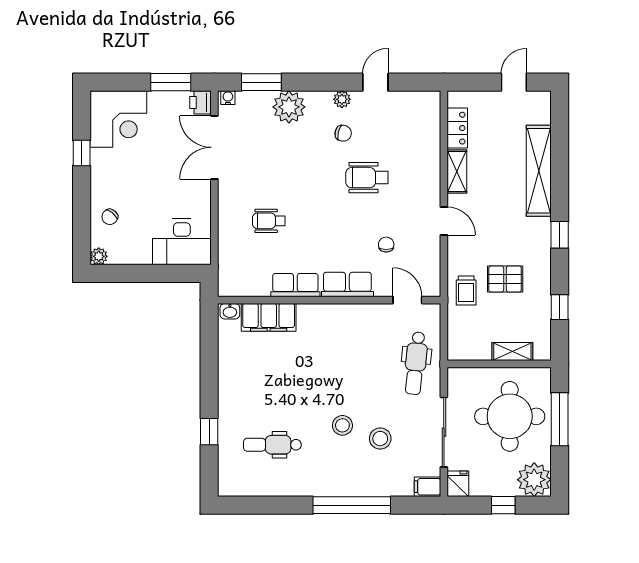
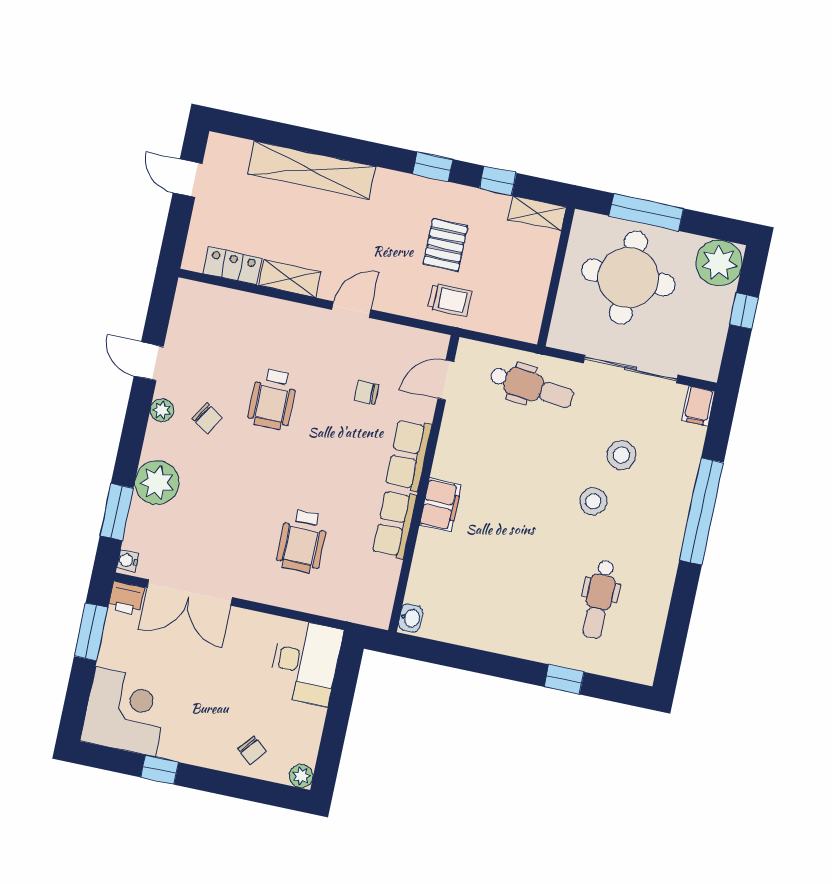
chair: (343, 133) -> (207, 418), turned 109
wheelchair: (269, 221) -> (302, 541), width x1.36, depth x1.37
window: (560, 235) -> (433, 167), moved
filing cabinet: (269, 317) -> (440, 505), moved, width x0.67, depth x0.86
shelving: (512, 351) -> (537, 213), moved, turned 90
fridge: (458, 484) -> (703, 365), removed

